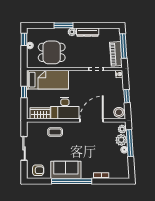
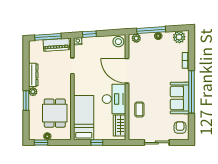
window: (127, 96) -> (89, 34), moved
plant: (121, 140) -> (179, 37), moved

